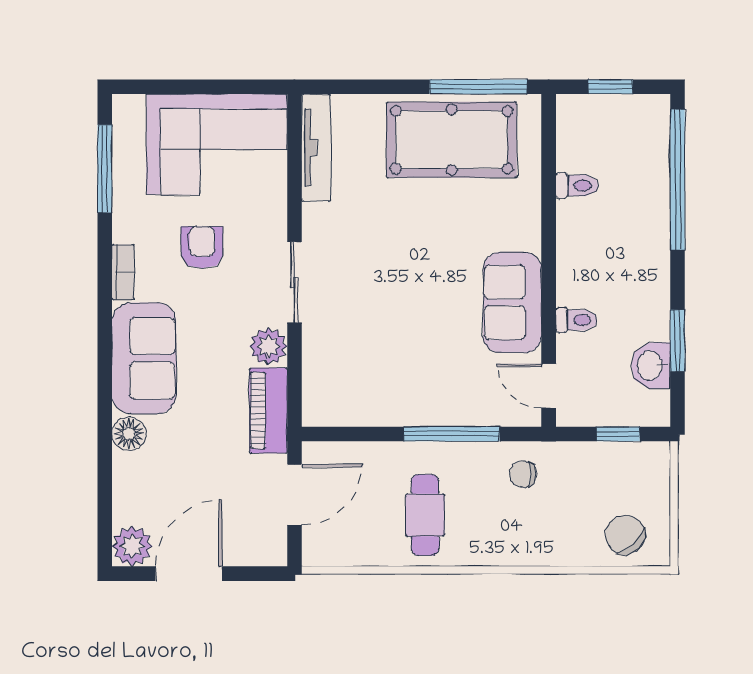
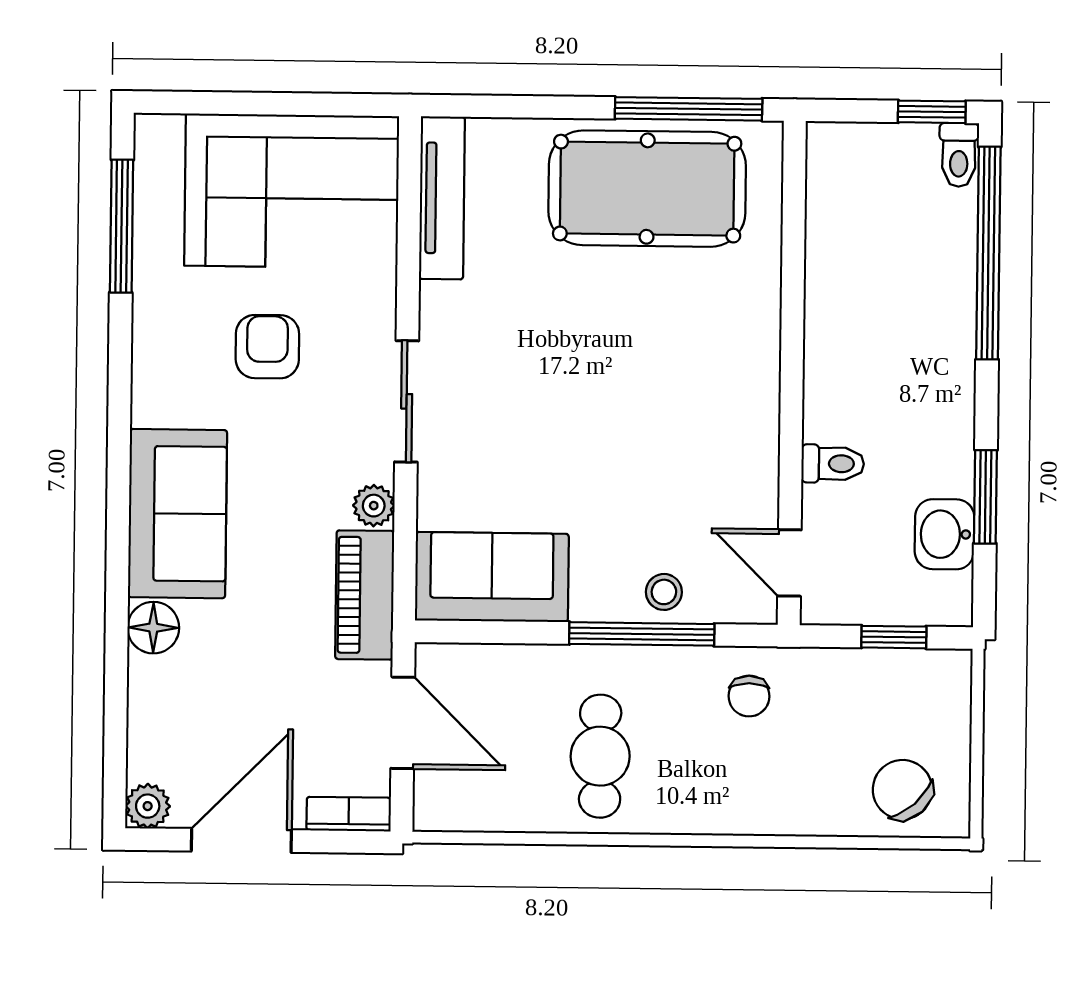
window: (610, 87) -> (932, 112), moved
toilet: (577, 185) -> (959, 155), moved, turned 90
bookcase: (123, 272) -> (349, 814), moved, turned -90
sofa: (512, 302) -> (492, 577), moved, turned 90
plant: (268, 346) -> (374, 506), width x0.73, depth x0.73
stool: (466, 406) -> (664, 592), added
chair: (523, 474) -> (749, 696), turned -90
door: (294, 495) -> (403, 723), hinge flipped
plant: (132, 546) -> (148, 806), width x0.73, depth x0.73

